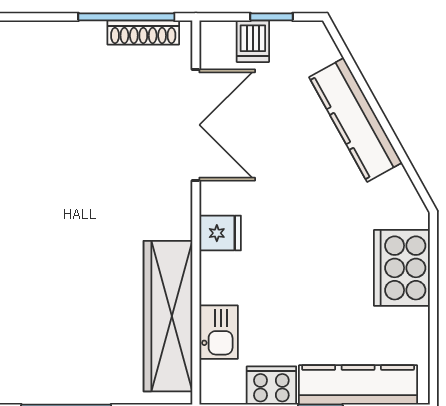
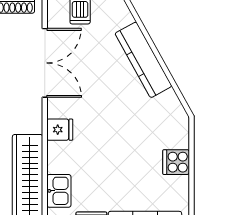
cooker: (402, 268) -> (176, 162), width x0.53, depth x0.76

